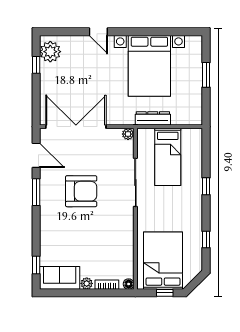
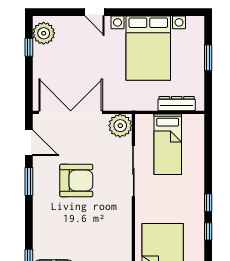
dresser: (153, 118) -> (177, 104), moved
plant: (128, 134) -> (120, 126), width x1.87, depth x1.87
window: (206, 186) -> (208, 203), moved

